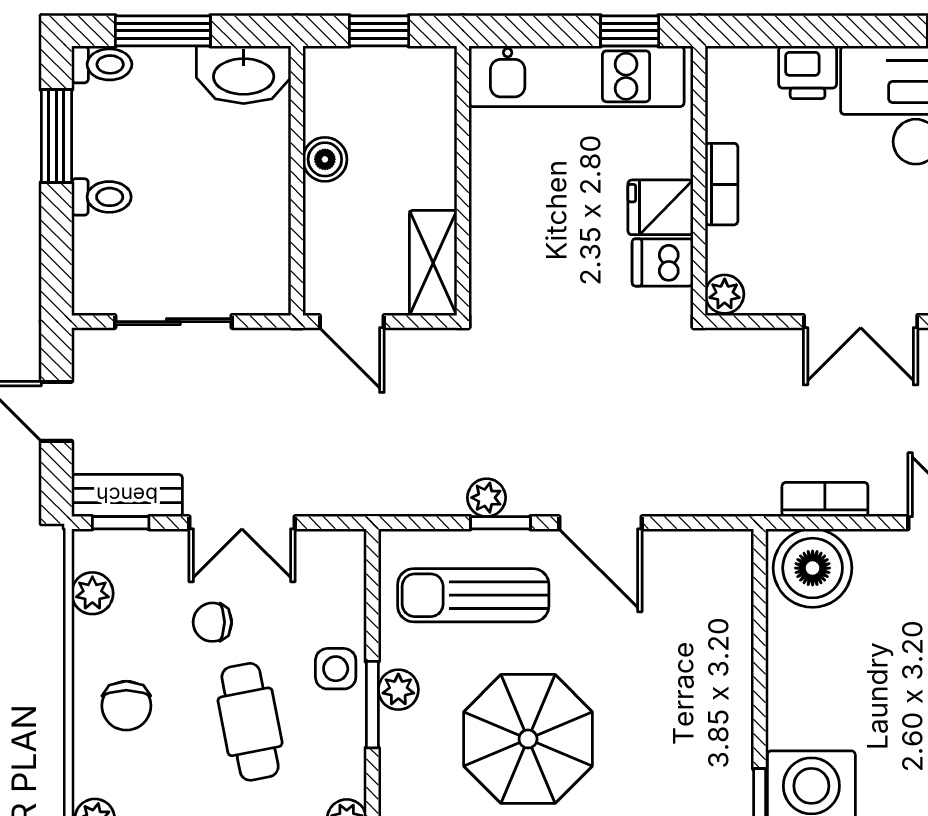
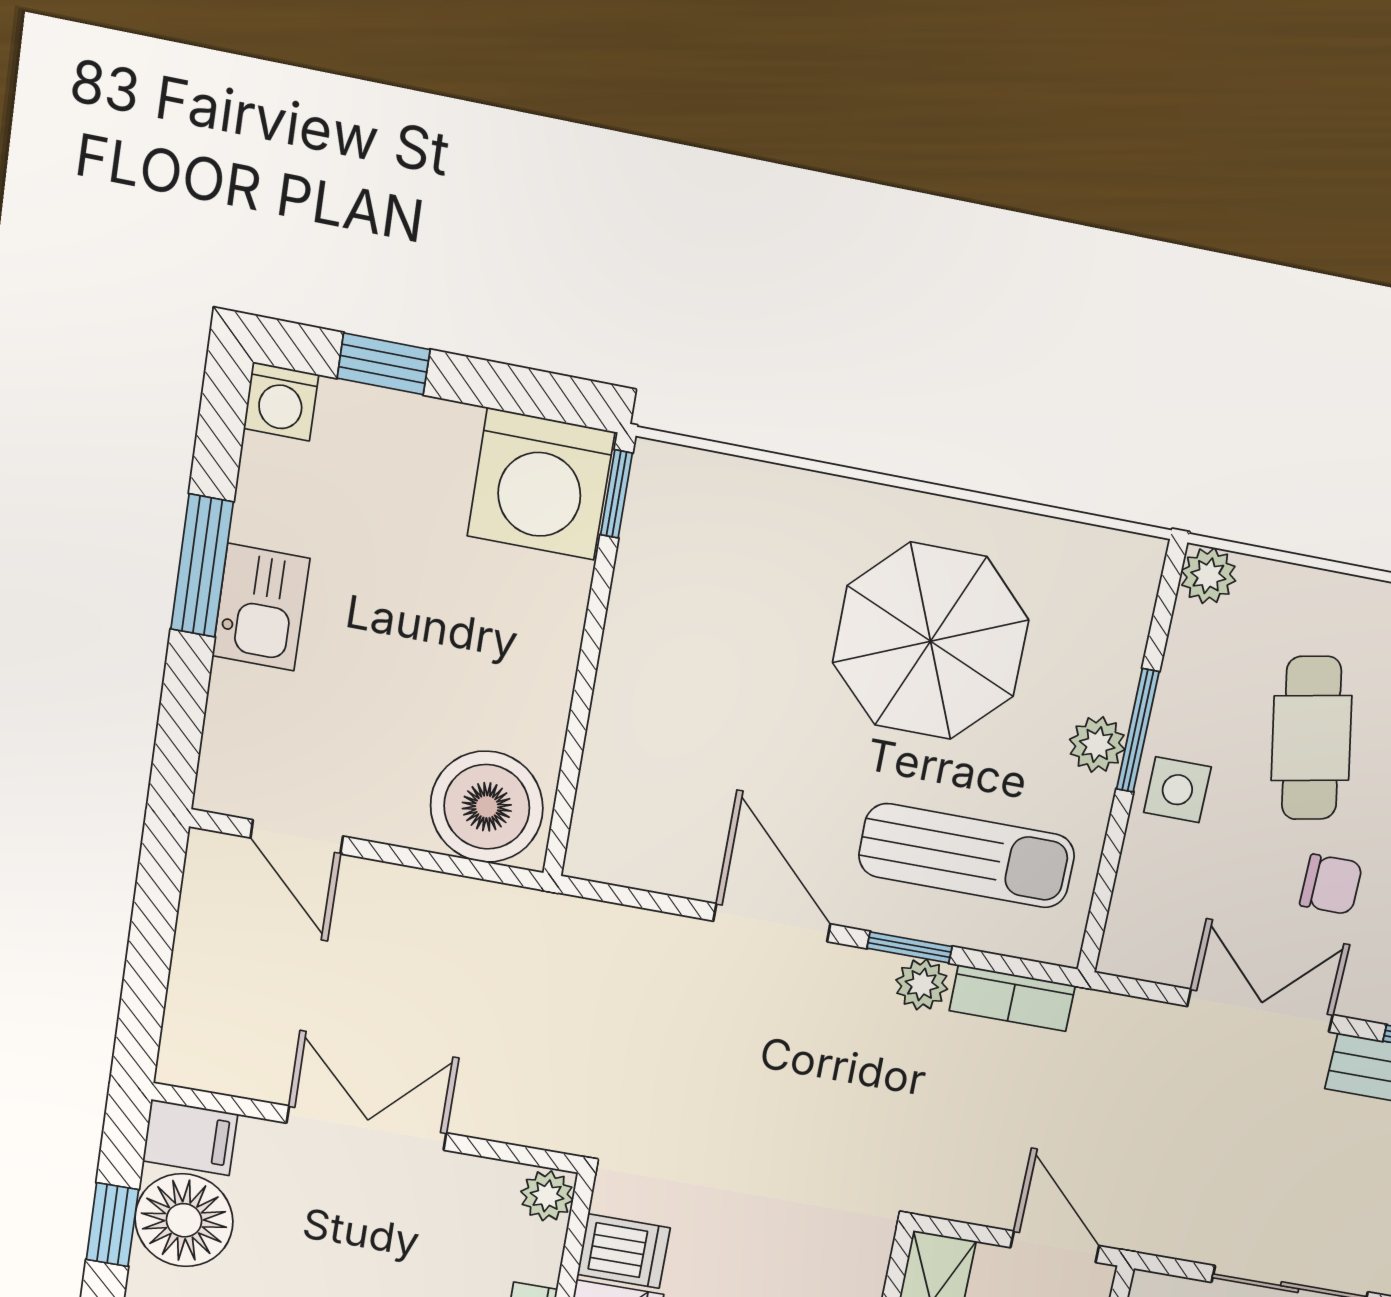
bookcase: (825, 499) -> (1012, 998), moved

